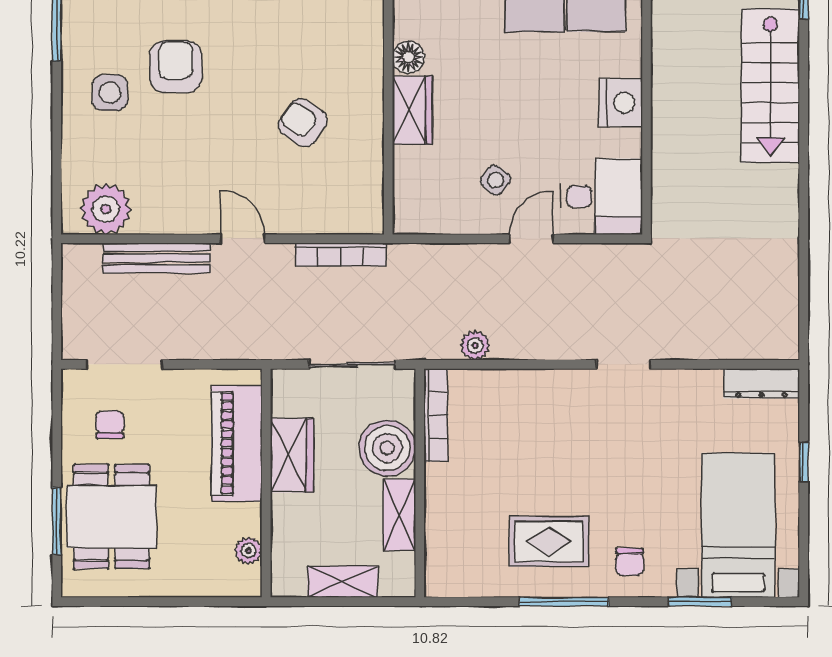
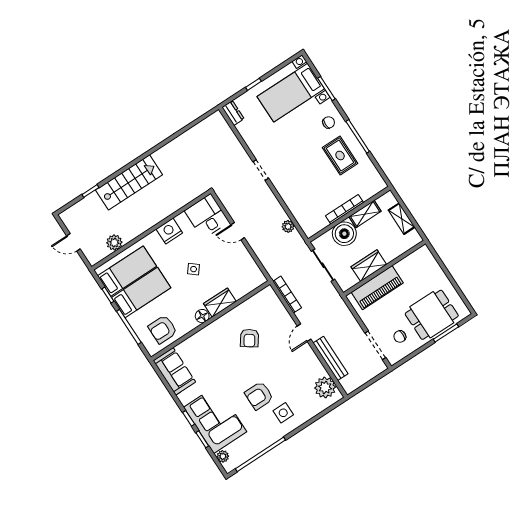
side table: (496, 180) -> (194, 269), moved
dresser: (761, 383) -> (233, 113), width x0.70
bookcase: (436, 415) -> (344, 209), moved
plant: (248, 551) -> (412, 259), removed

